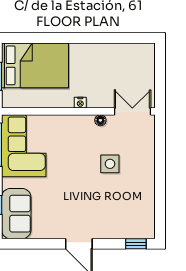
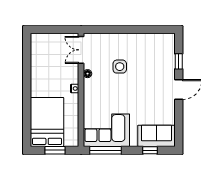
window: (136, 244) -> (179, 61), moved

